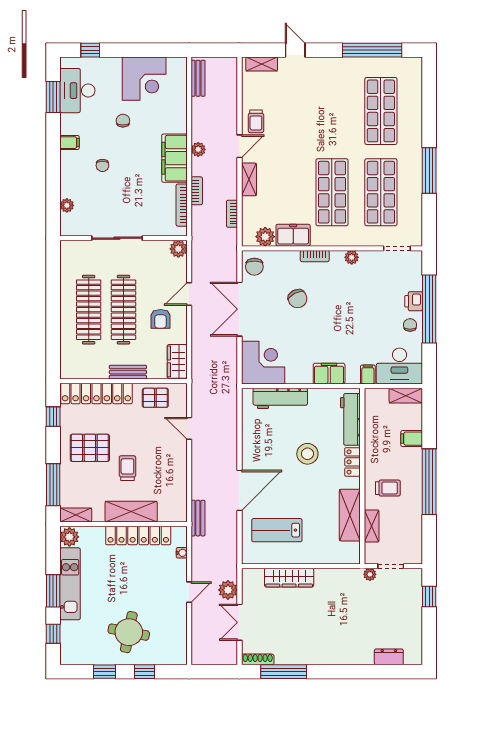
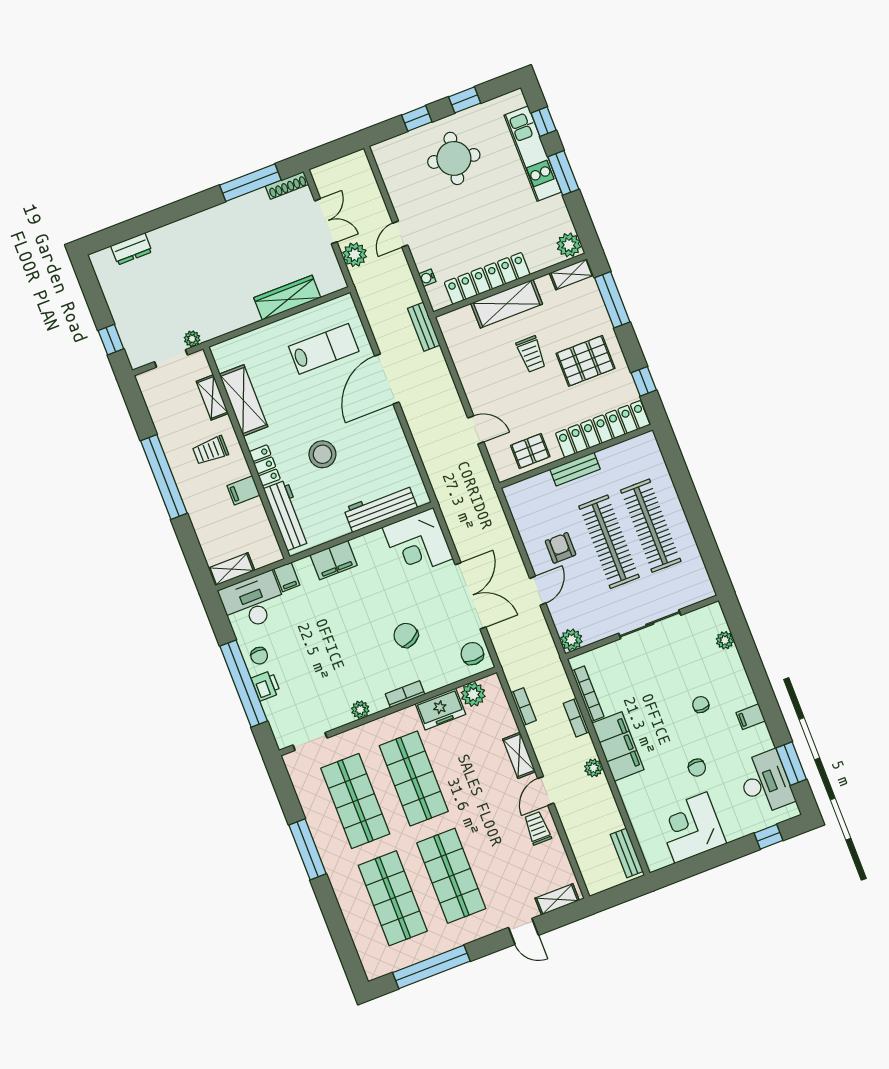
shop shelf: (332, 111) -> (451, 876), added
wardrobe: (177, 361) -> (521, 505), removed
filing cabinet: (412, 439) -> (243, 490), moved, turned 180
kitchen unit: (70, 584) -> (533, 154), moved

